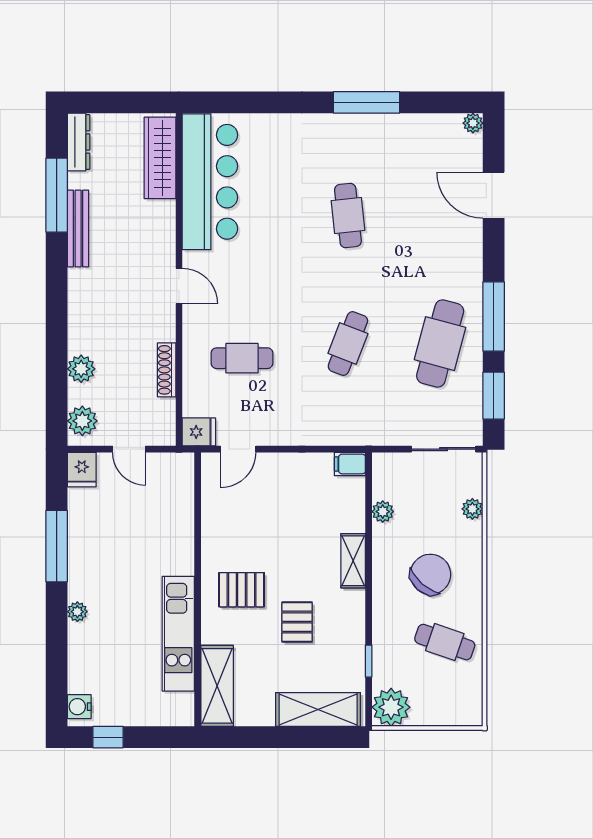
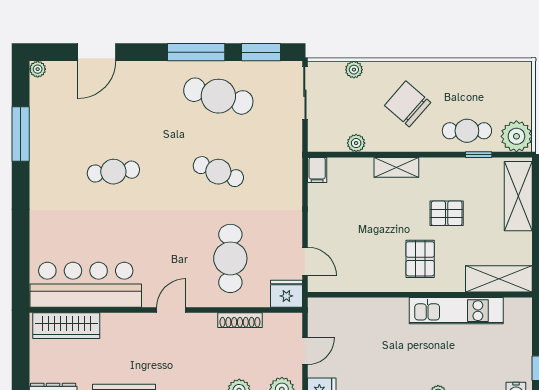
window: (367, 102) -> (21, 134), moved
cafe table: (242, 358) -> (230, 258), width x1.37, depth x1.35
fridge: (199, 432) -> (286, 294), width x1.38
cafe table: (445, 642) -> (467, 131), moved, turned 71

